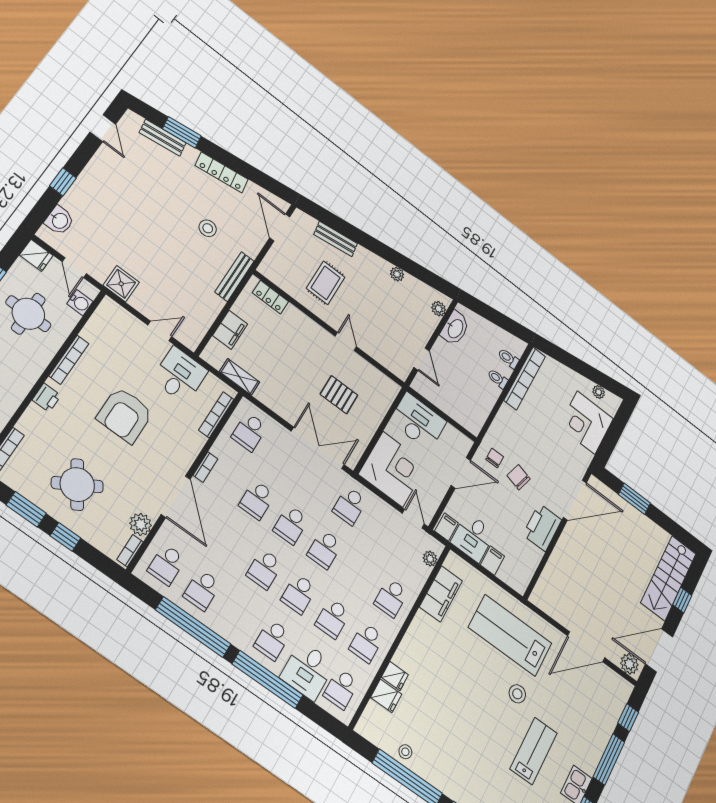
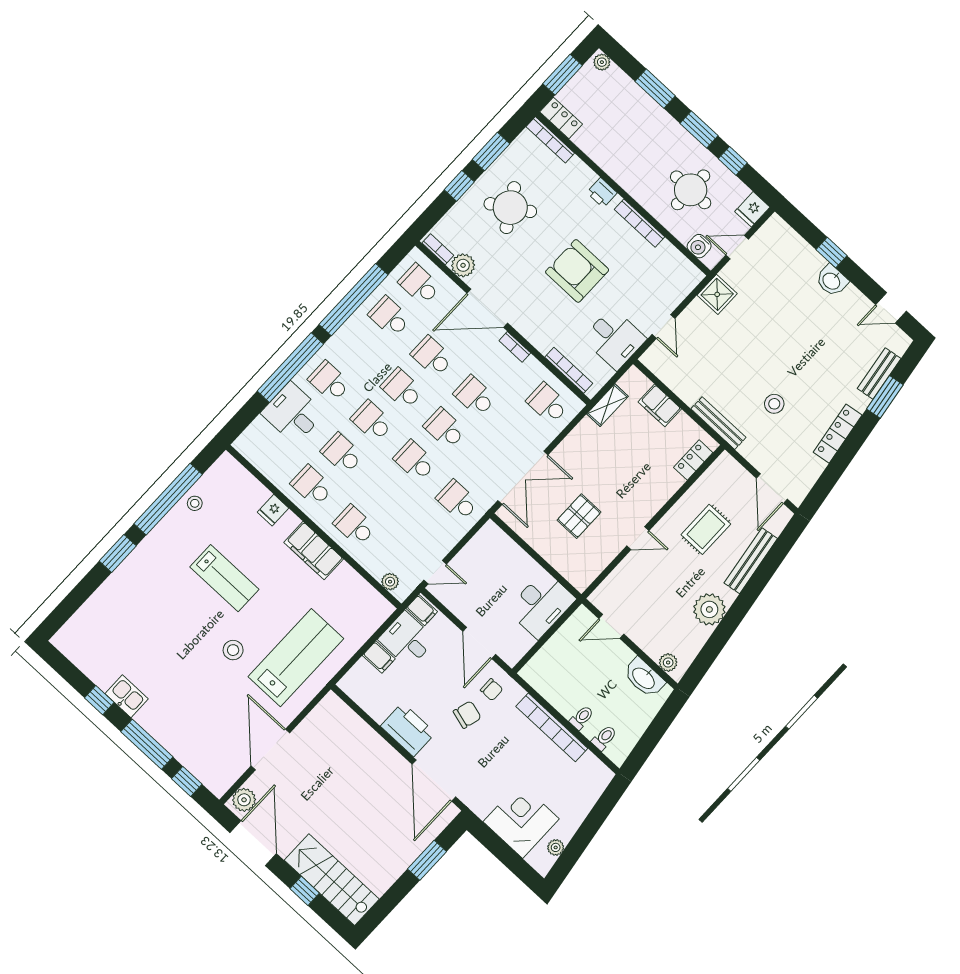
washbasin: (59, 220) -> (832, 281), moved
door: (280, 227) -> (772, 489), swing flipped
bench: (336, 239) -> (751, 561), width x1.36
plant: (397, 274) -> (709, 609), width x1.88, depth x1.88
rug: (326, 283) -> (706, 529), turned 90
bookcase: (525, 378) -> (552, 727), moved
corner desk: (393, 469) -> (491, 561), removed
filing cabinet: (441, 594) -> (314, 551), moved
school desk: (341, 689) -> (432, 356), moved
fridge: (386, 696) -> (254, 495), removed
lab bench: (534, 751) -> (224, 578), moved

